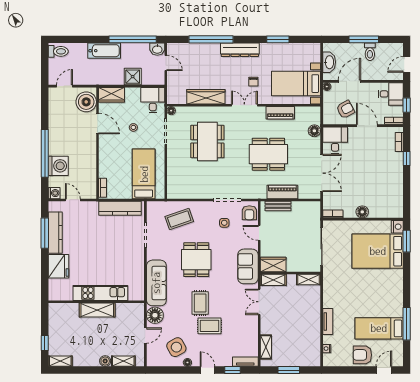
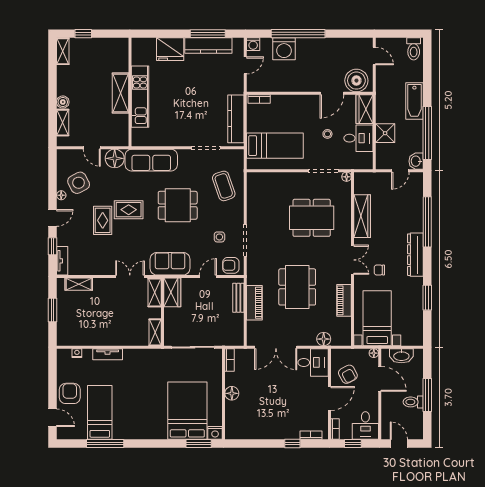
desk: (153, 100) -> (358, 138), moved

